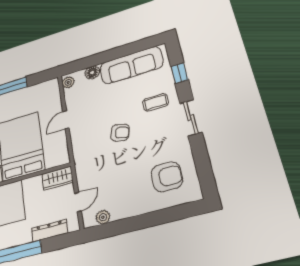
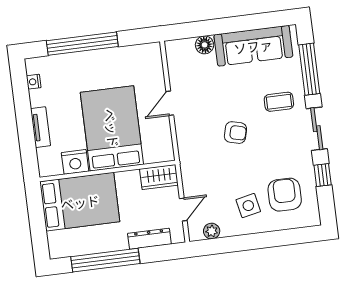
window: (179, 73) -> (309, 69), width x2.17
plant: (68, 82) -> (173, 52), removed
window: (200, 155) -> (323, 175), added
armchair: (167, 177) -> (285, 195), turned -90
side table: (134, 191) -> (248, 206), added

